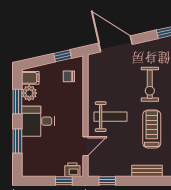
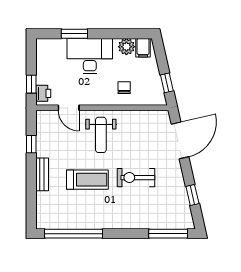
chair: (69, 76) -> (124, 88), moved
window: (17, 102) -> (117, 34), removed
desk: (38, 121) -> (90, 56), width x1.37
window: (107, 181) -> (31, 144), moved

